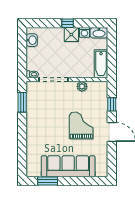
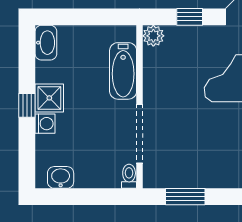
washing machine: (84, 32) -> (45, 124), moved
bathtub: (101, 64) -> (123, 71), moved, turned 90
plant: (82, 86) -> (153, 36), moved

